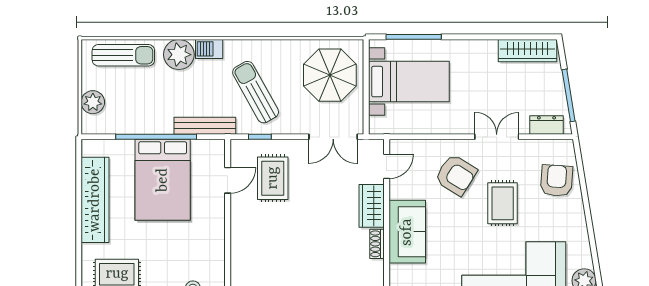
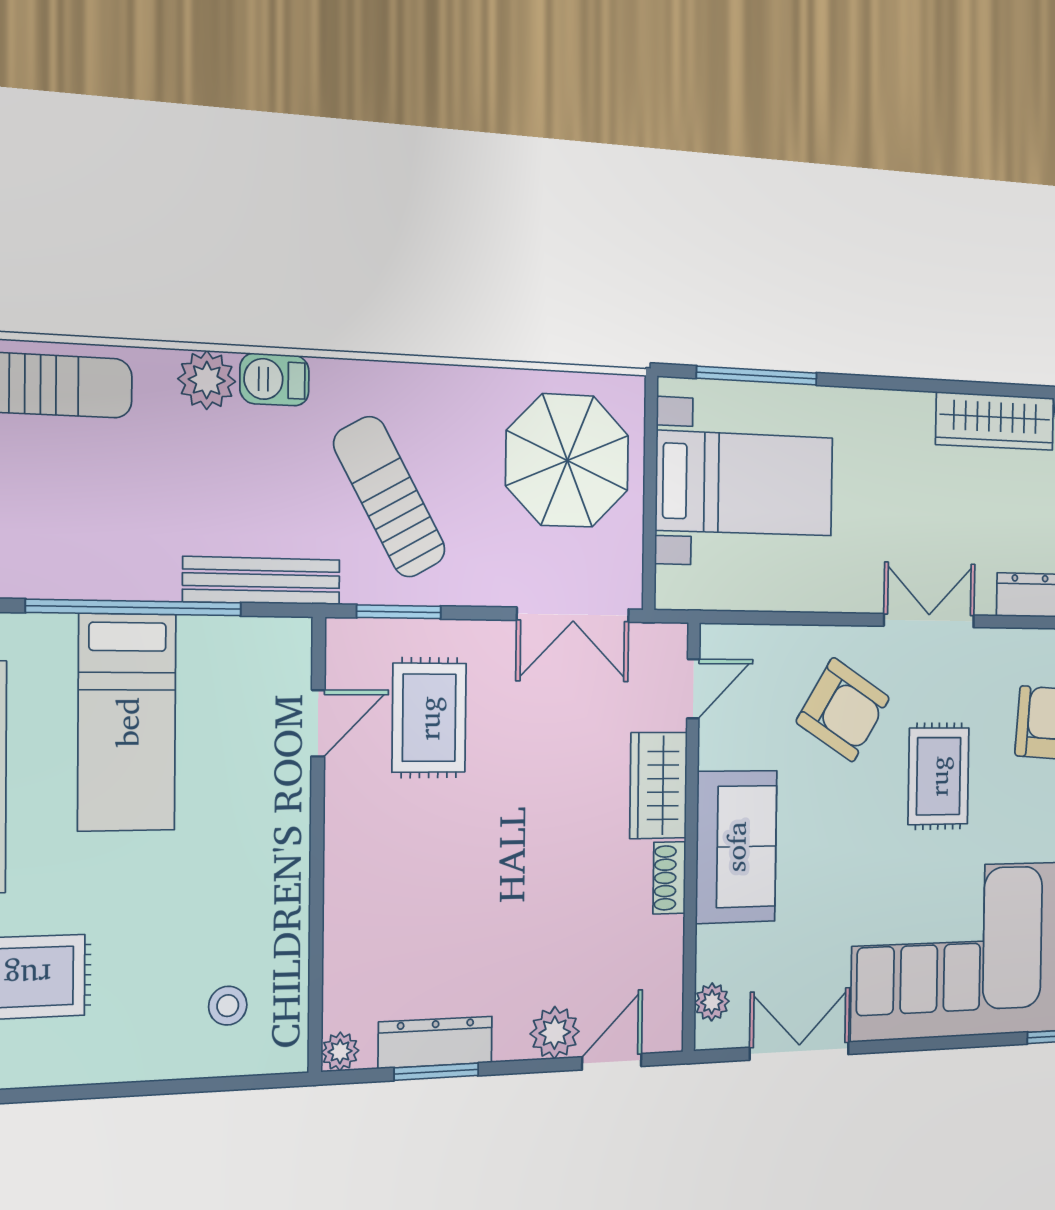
plant: (179, 55) -> (207, 380), width x0.73, depth x0.73
window: (260, 137) -> (399, 612), width x1.50
bed: (163, 180) -> (127, 722), width x0.67

